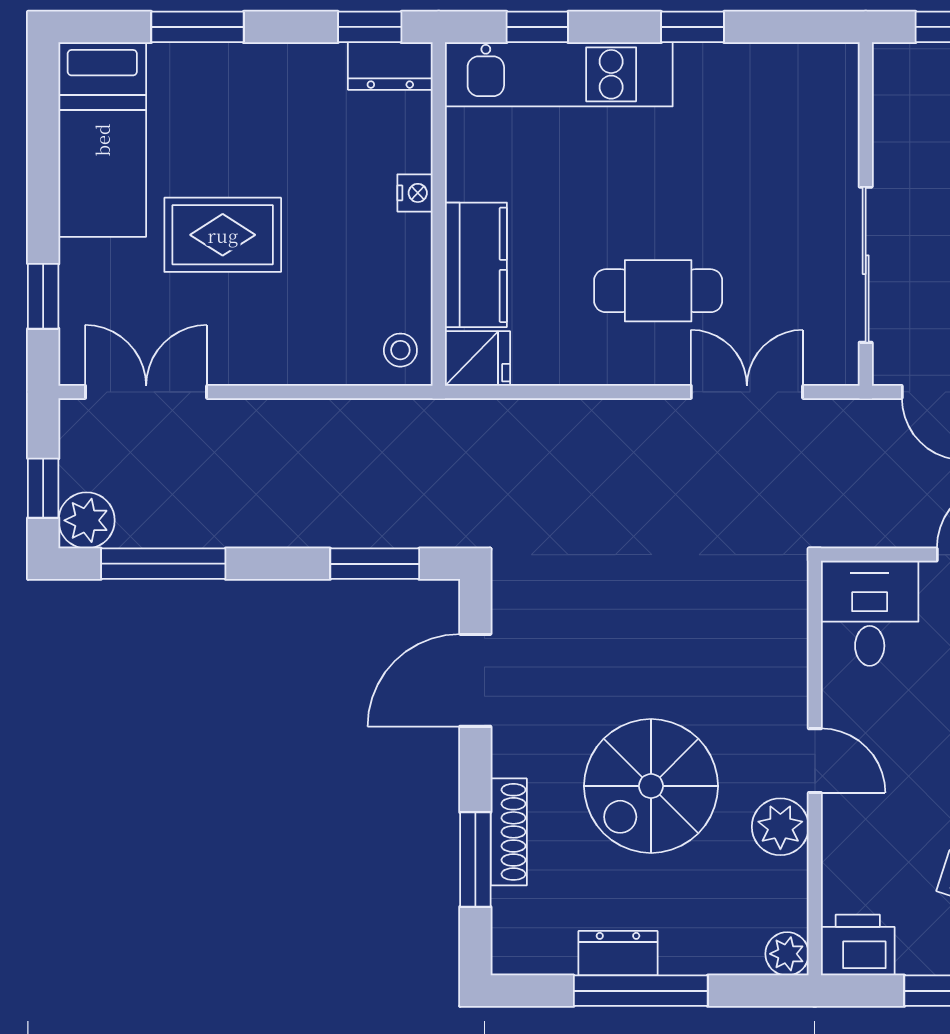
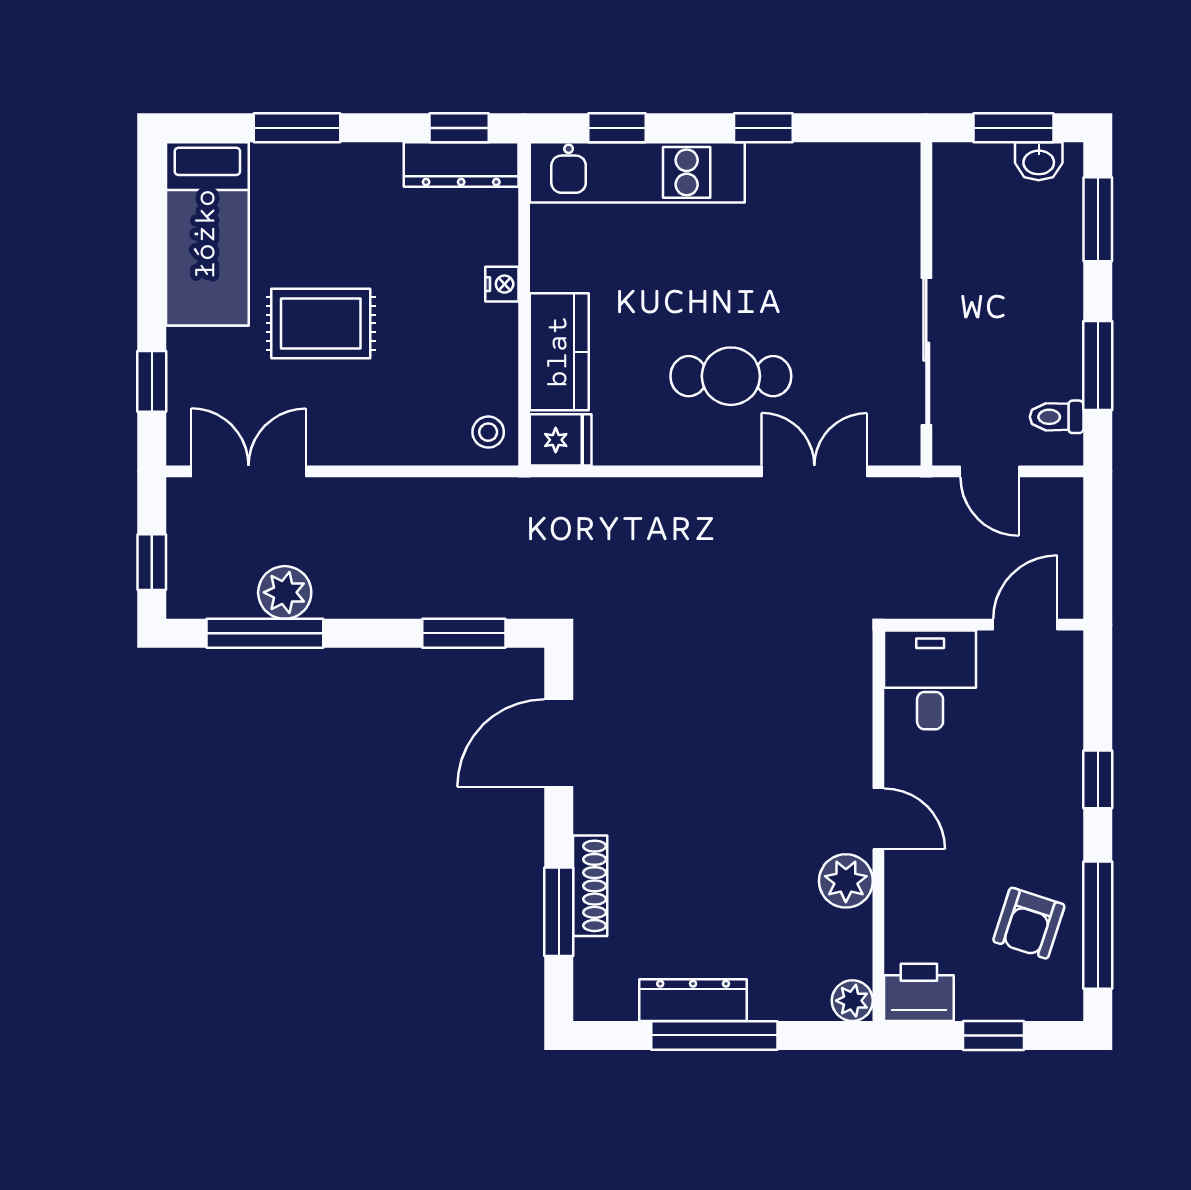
dresser: (390, 66) -> (461, 165), width x1.44
plant: (87, 520) -> (285, 592), moved
spiral stairs: (651, 786) -> (724, 843), removed
dresser: (618, 953) -> (693, 1000), width x1.44

